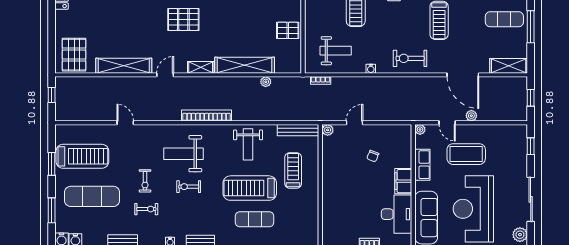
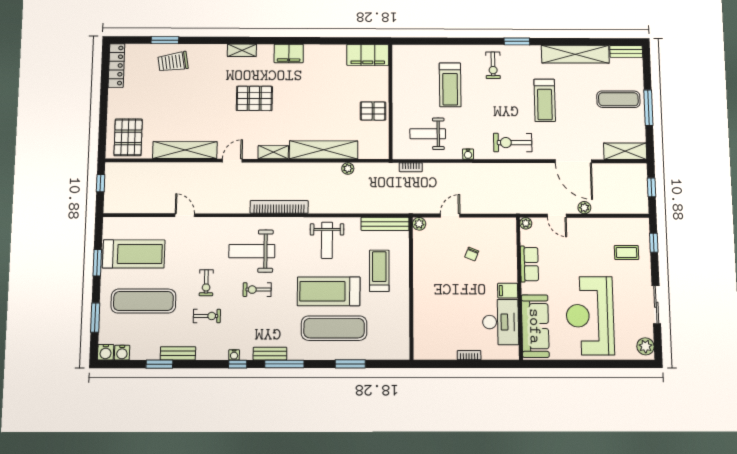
weight bench: (336, 51) -> (428, 134), turned 180
coffee table: (466, 154) -> (626, 253), moved, width x0.54, depth x0.58
filing cabinet: (403, 181) -> (508, 291), width x0.50
sliding door: (531, 199) -> (656, 305), width x0.73
exercise mat: (255, 219) -> (334, 328), width x1.36, depth x1.45

